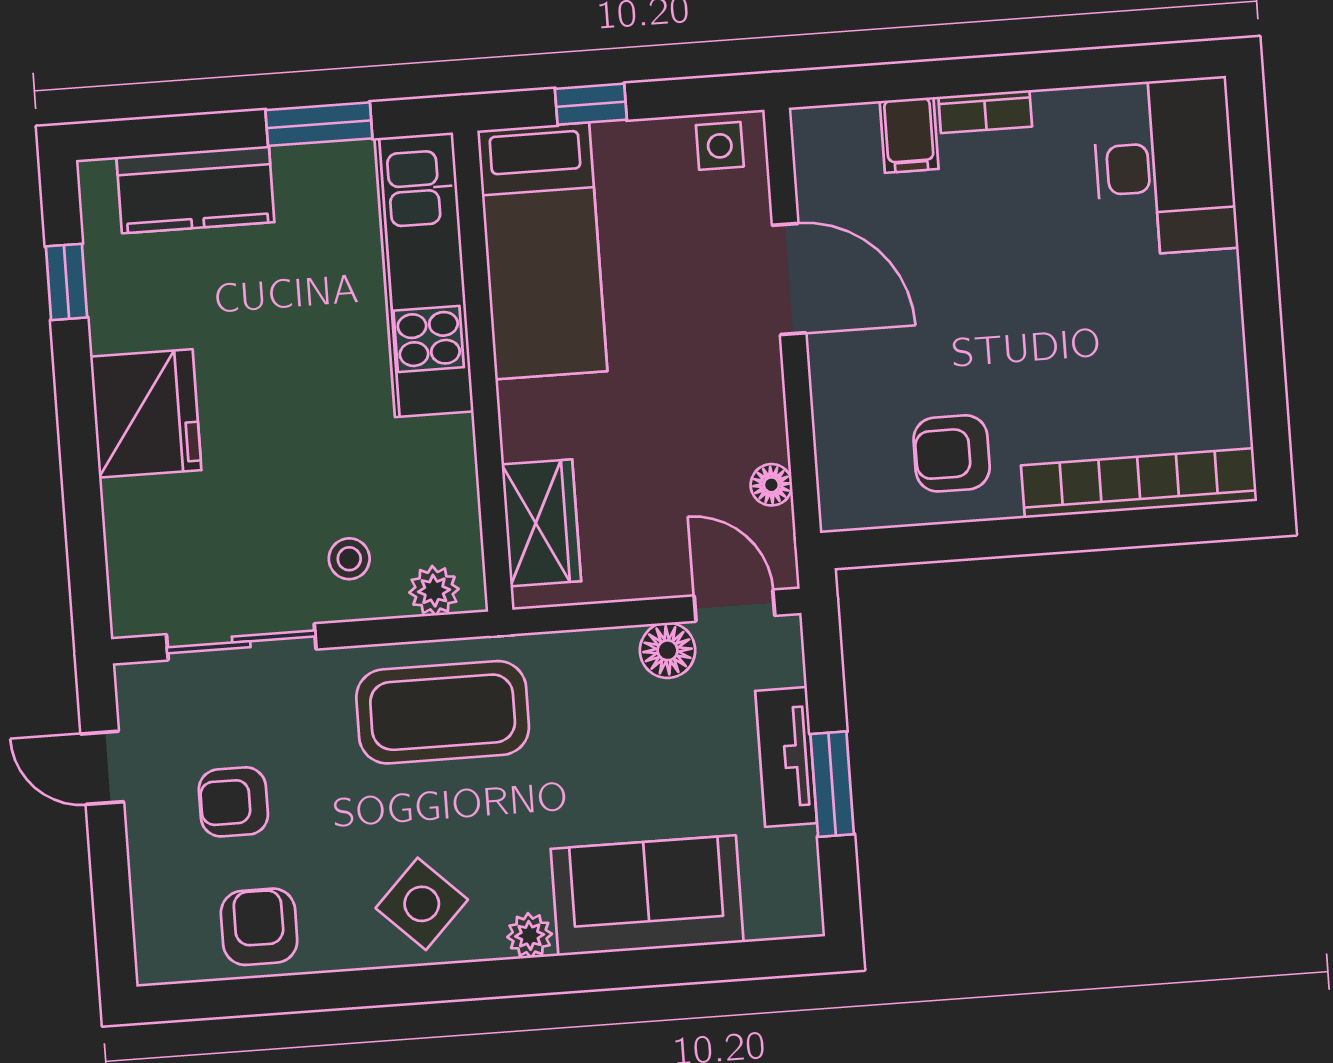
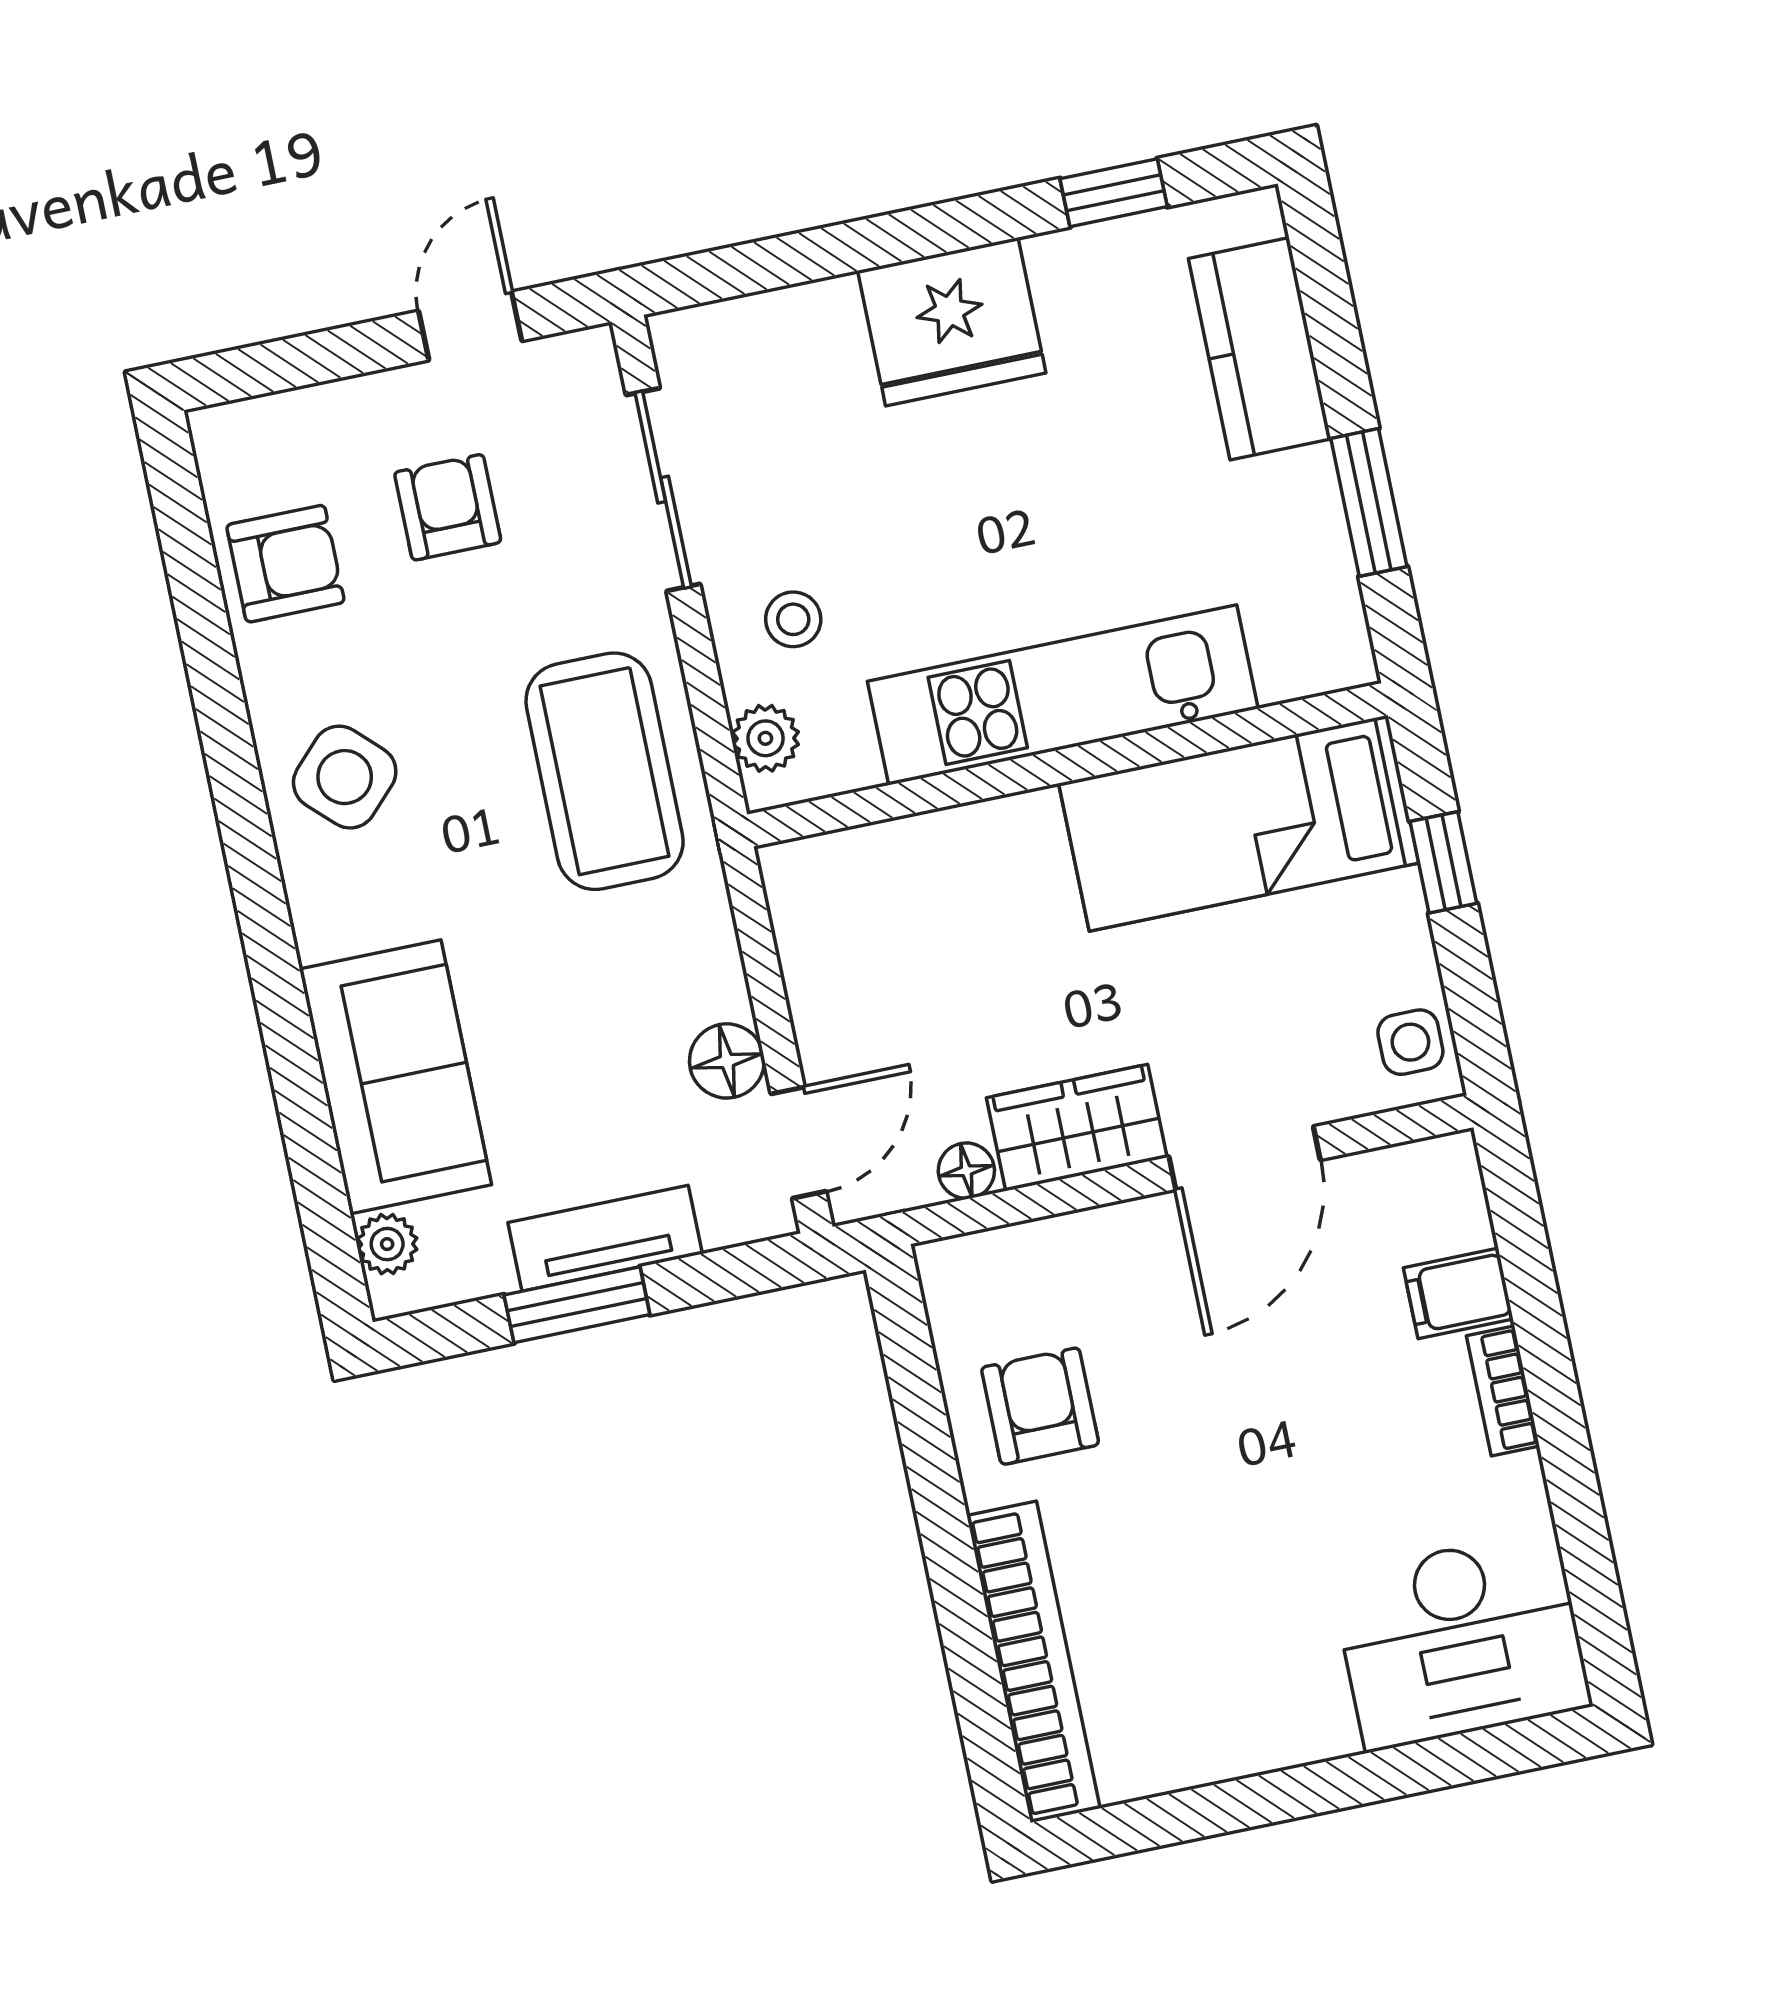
kitchen unit: (424, 275) -> (1063, 695), moved
wardrobe: (541, 523) -> (1077, 1128), moved, turned 180
plant: (530, 935) -> (387, 1244), moved

